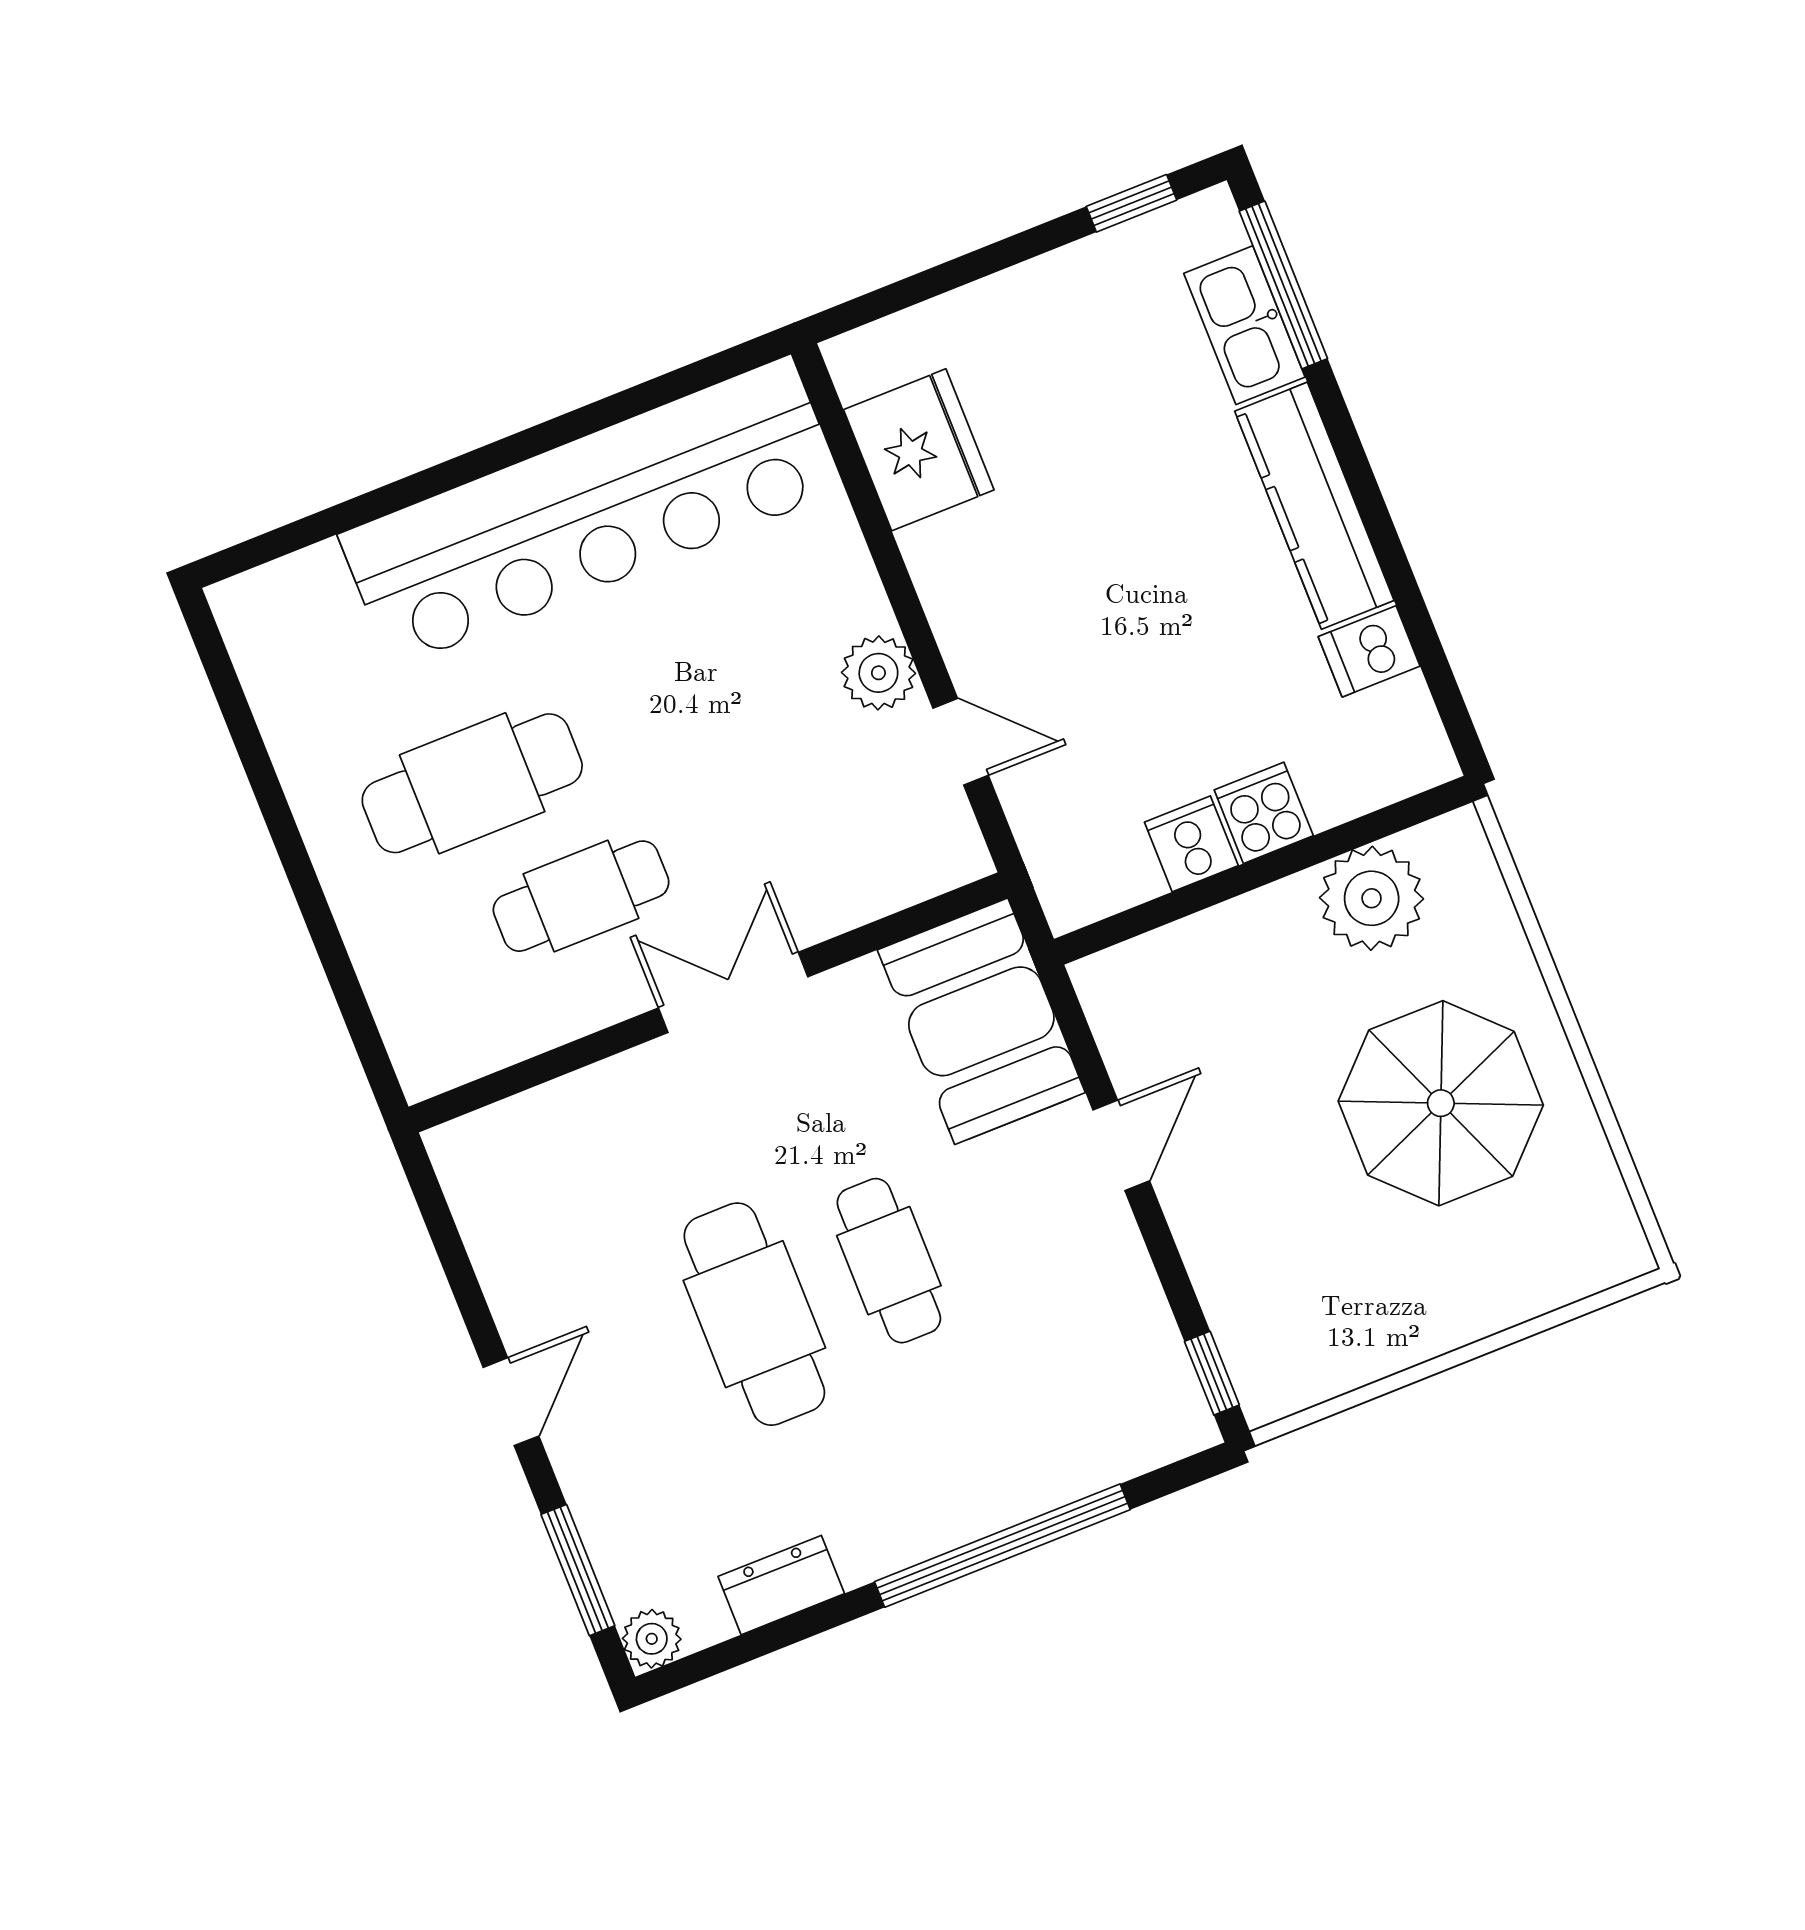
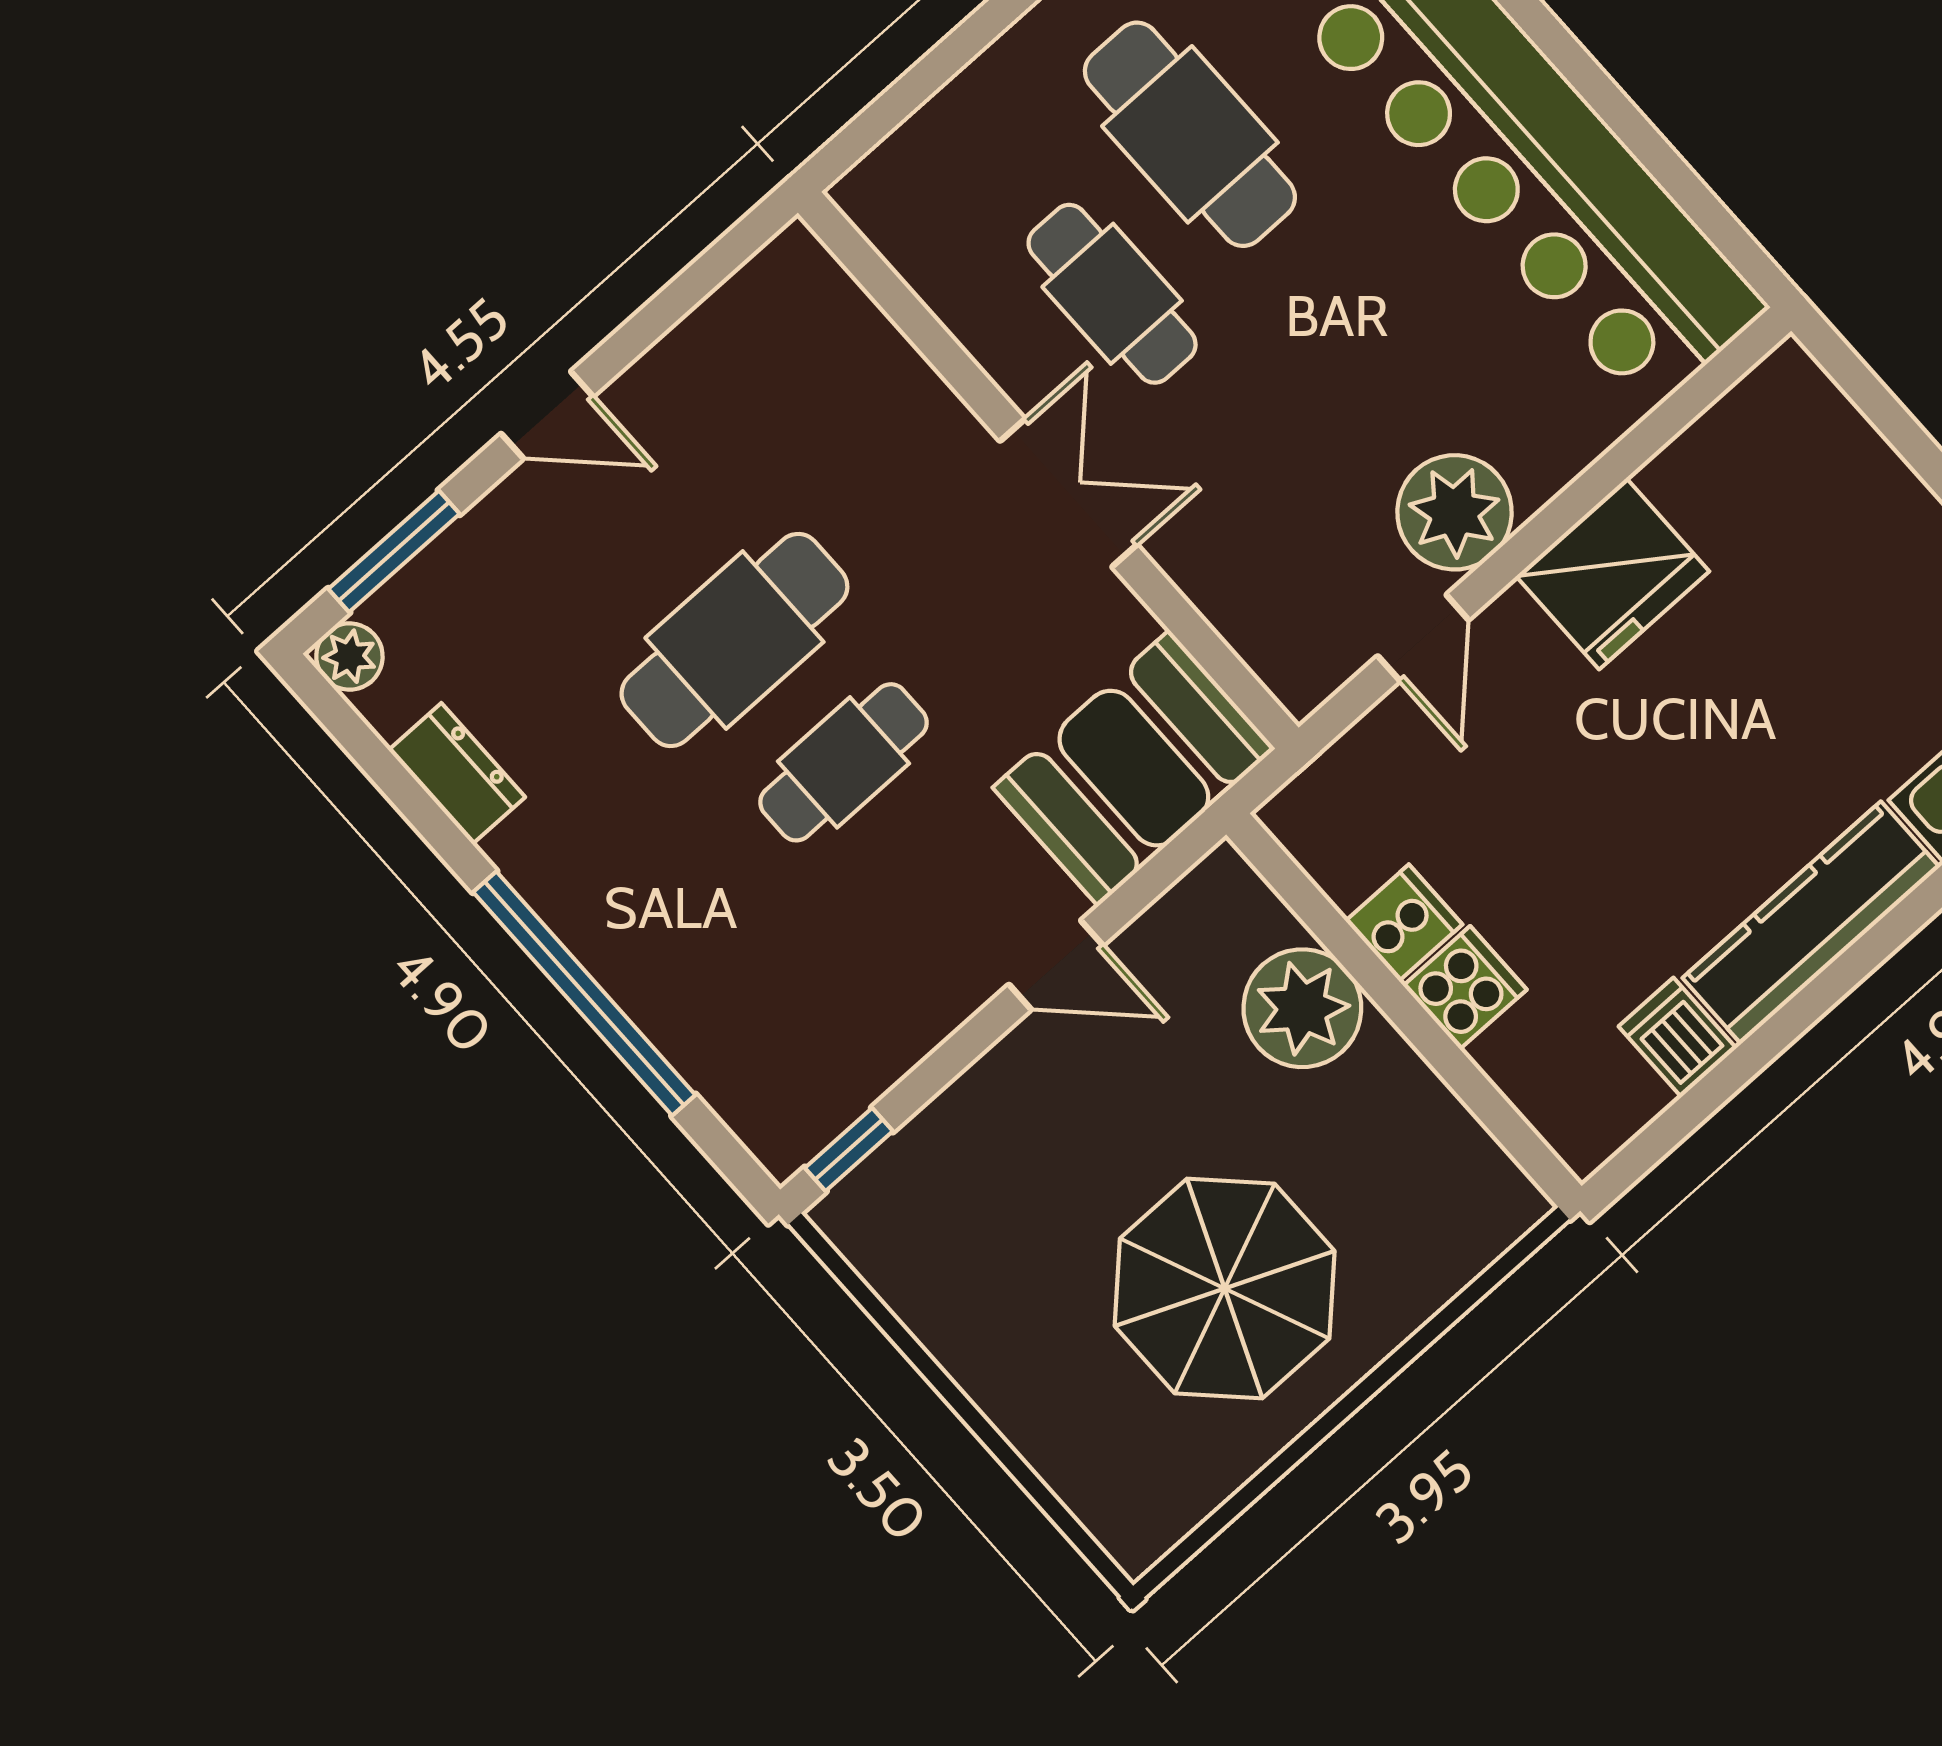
fridge: (919, 450) -> (1613, 574), moved
plant: (878, 673) -> (1455, 512), width x1.36, depth x1.36
plant: (1372, 898) -> (1302, 1008), moved

